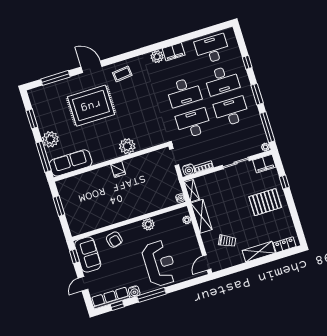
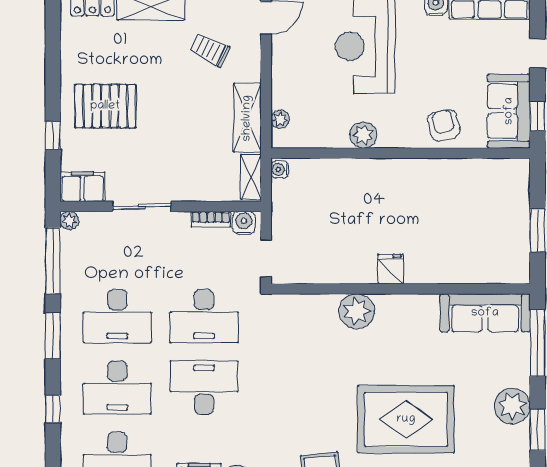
desk: (222, 80) -> (117, 388), turned 180
plant: (50, 139) -> (512, 406), moved

